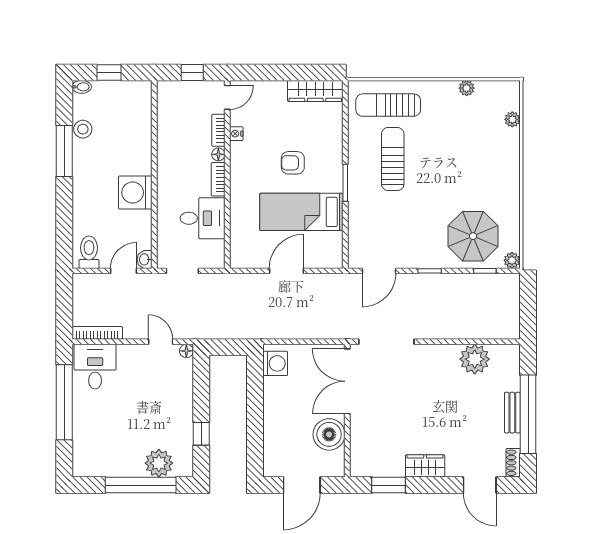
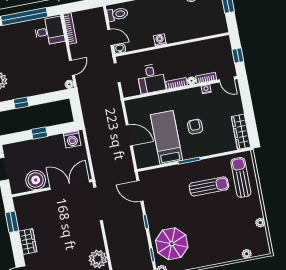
washing machine: (135, 193) -> (160, 40), width x0.53, depth x0.53
window: (255, 414) -> (39, 133), added

